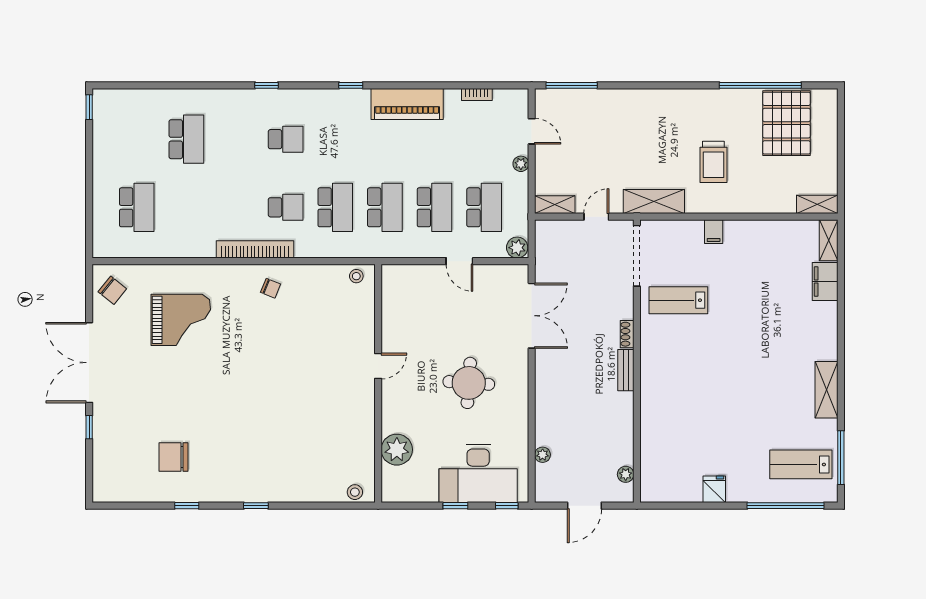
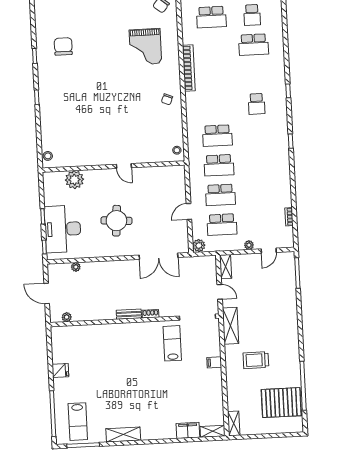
piano: (407, 104) -> (281, 175), removed
school desk: (286, 207) -> (252, 15), moved
bookcase: (255, 249) -> (189, 68), moved
lab bench: (801, 464) -> (78, 422), turned 180

